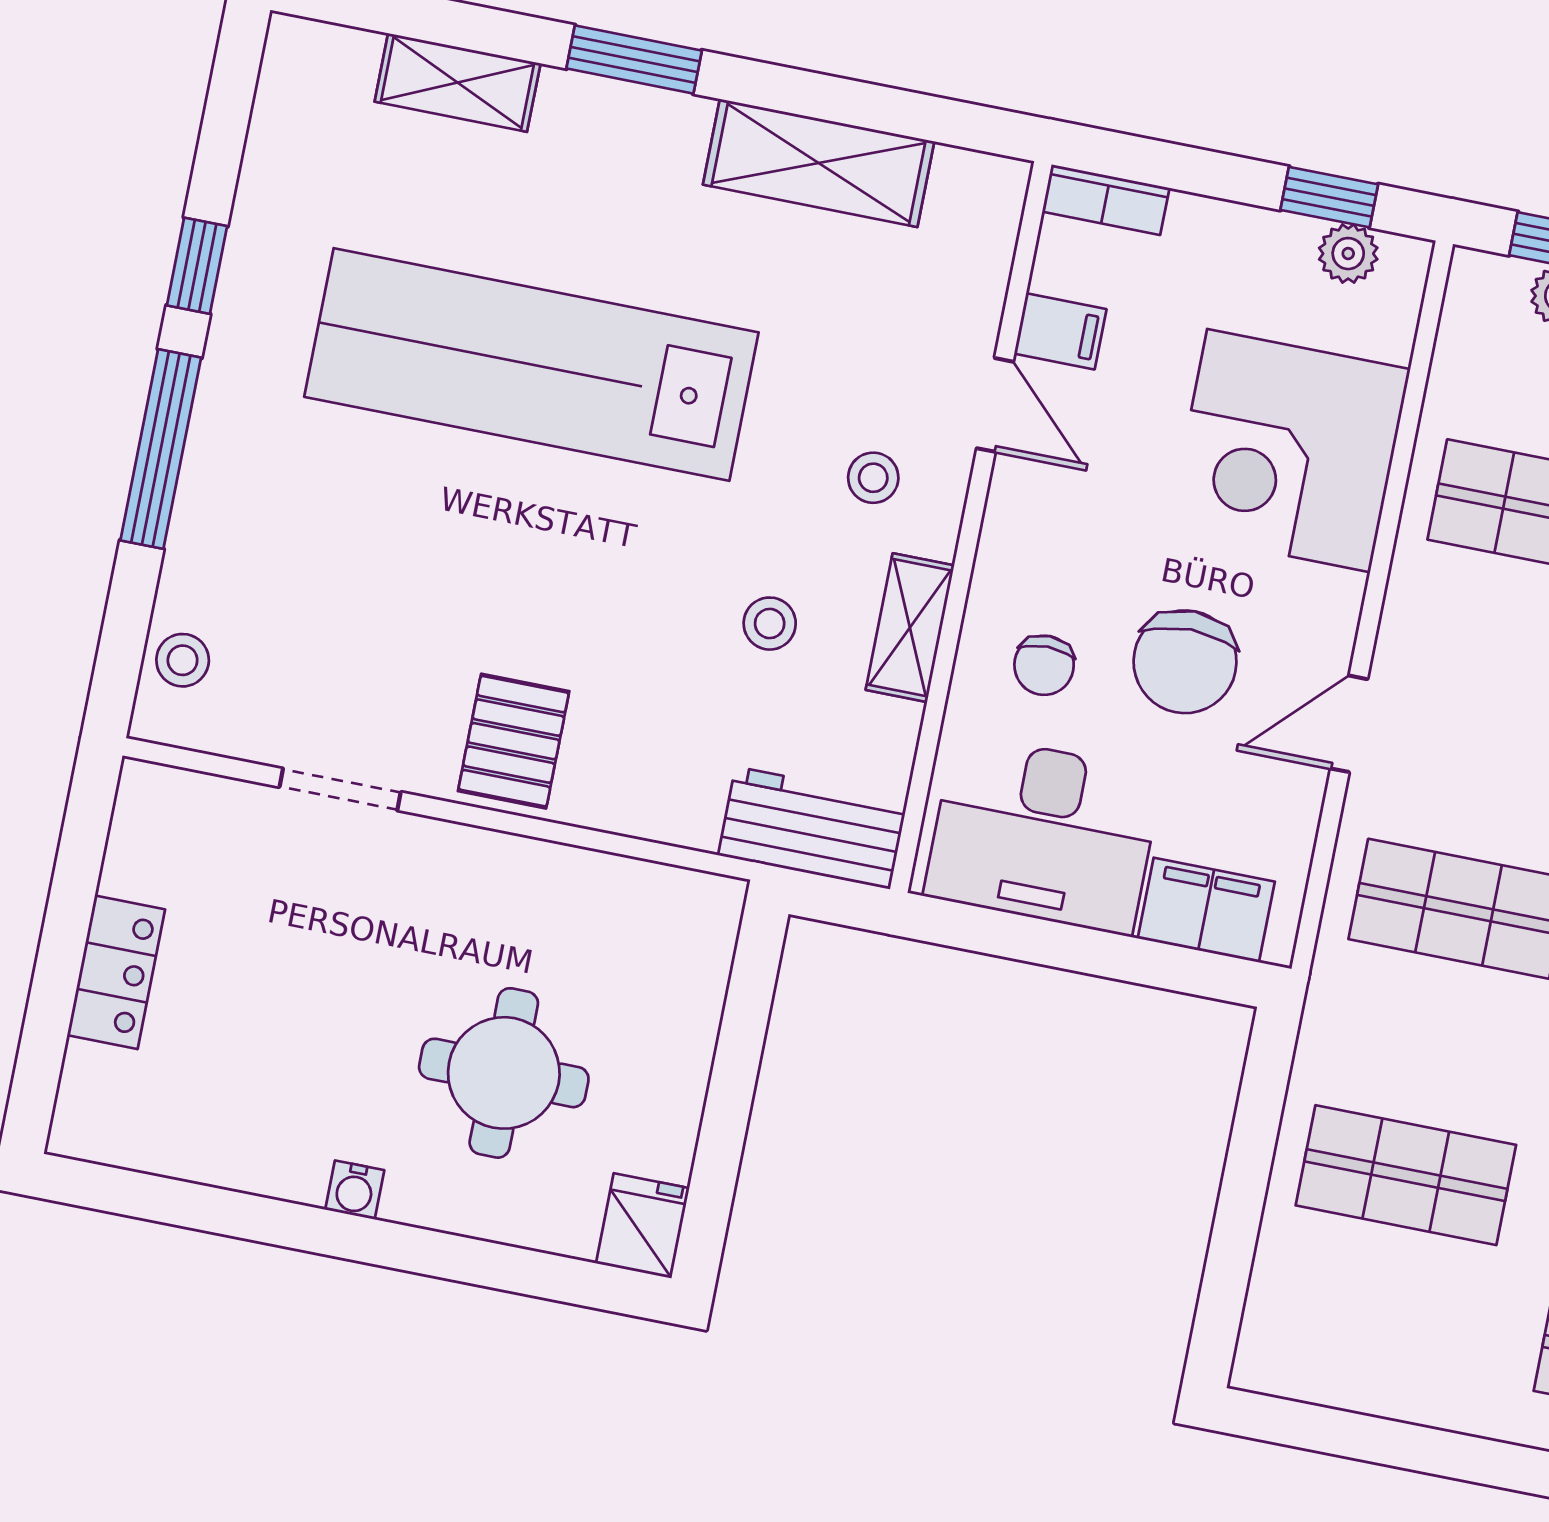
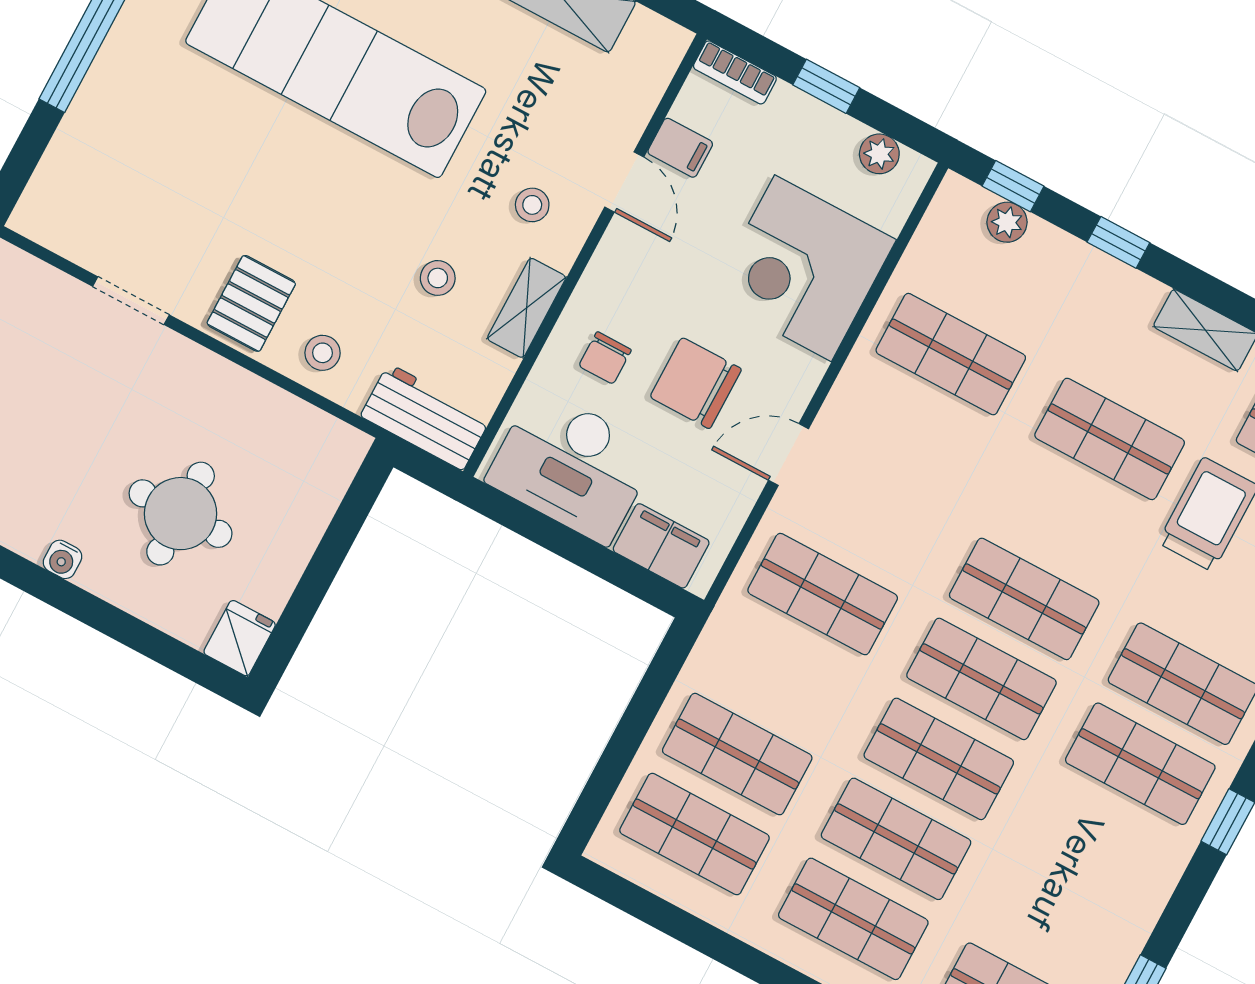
window: (1329, 197) -> (826, 86), moved
stool: (183, 660) -> (323, 353), moved
chair: (1185, 662) -> (696, 383), turned 90
shop shelf: (1379, 1308) -> (694, 834), added

